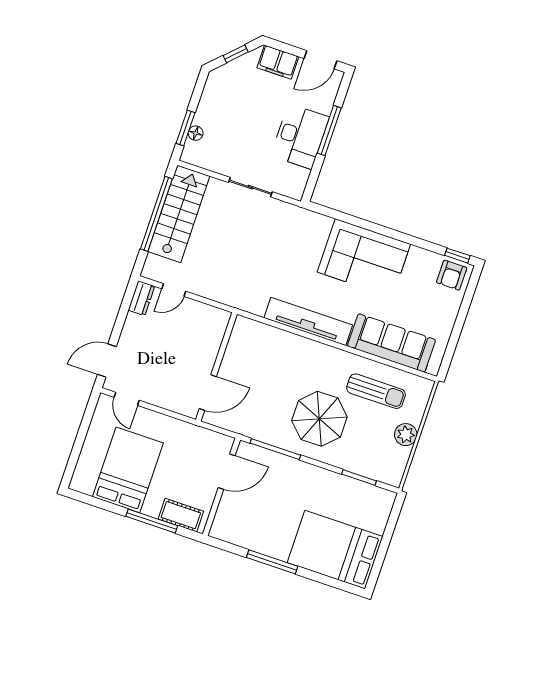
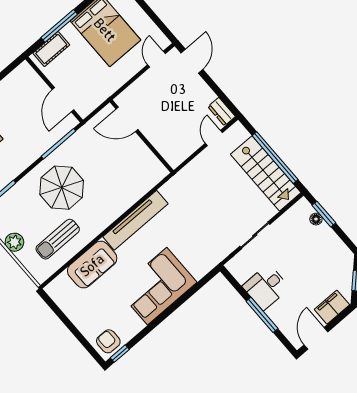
desk: (300, 136) -> (266, 287), width x0.73
sofa: (392, 343) -> (92, 265), width x0.73
door: (208, 393) -> (127, 119), hinge flipped
door: (127, 399) -> (156, 59), hinge flipped

